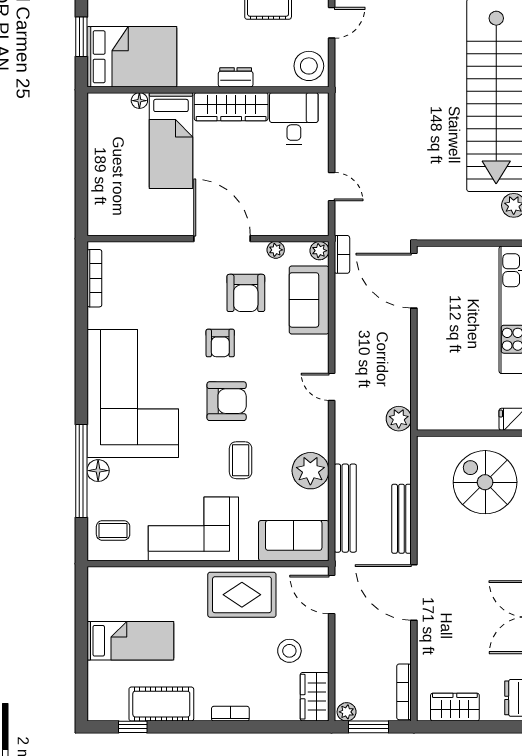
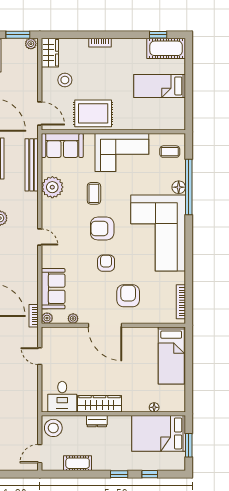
bed: (171, 141) -> (171, 356), moved, turned 180
armchair: (246, 293) -> (128, 296), moved
cot: (161, 704) -> (166, 48), moved

